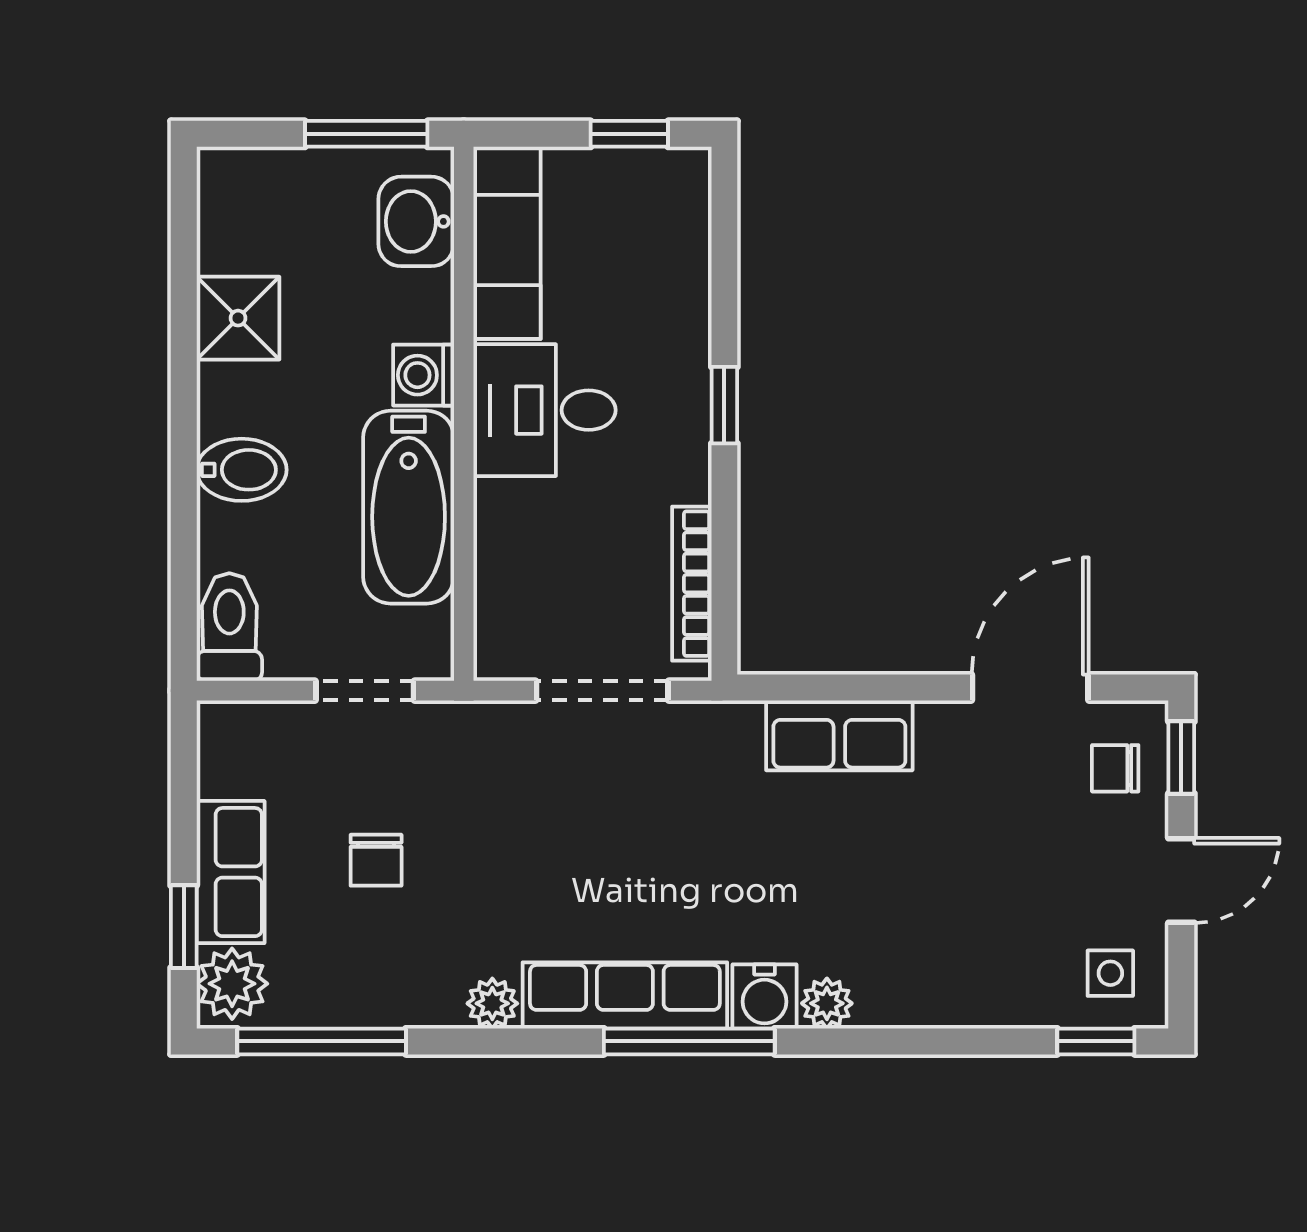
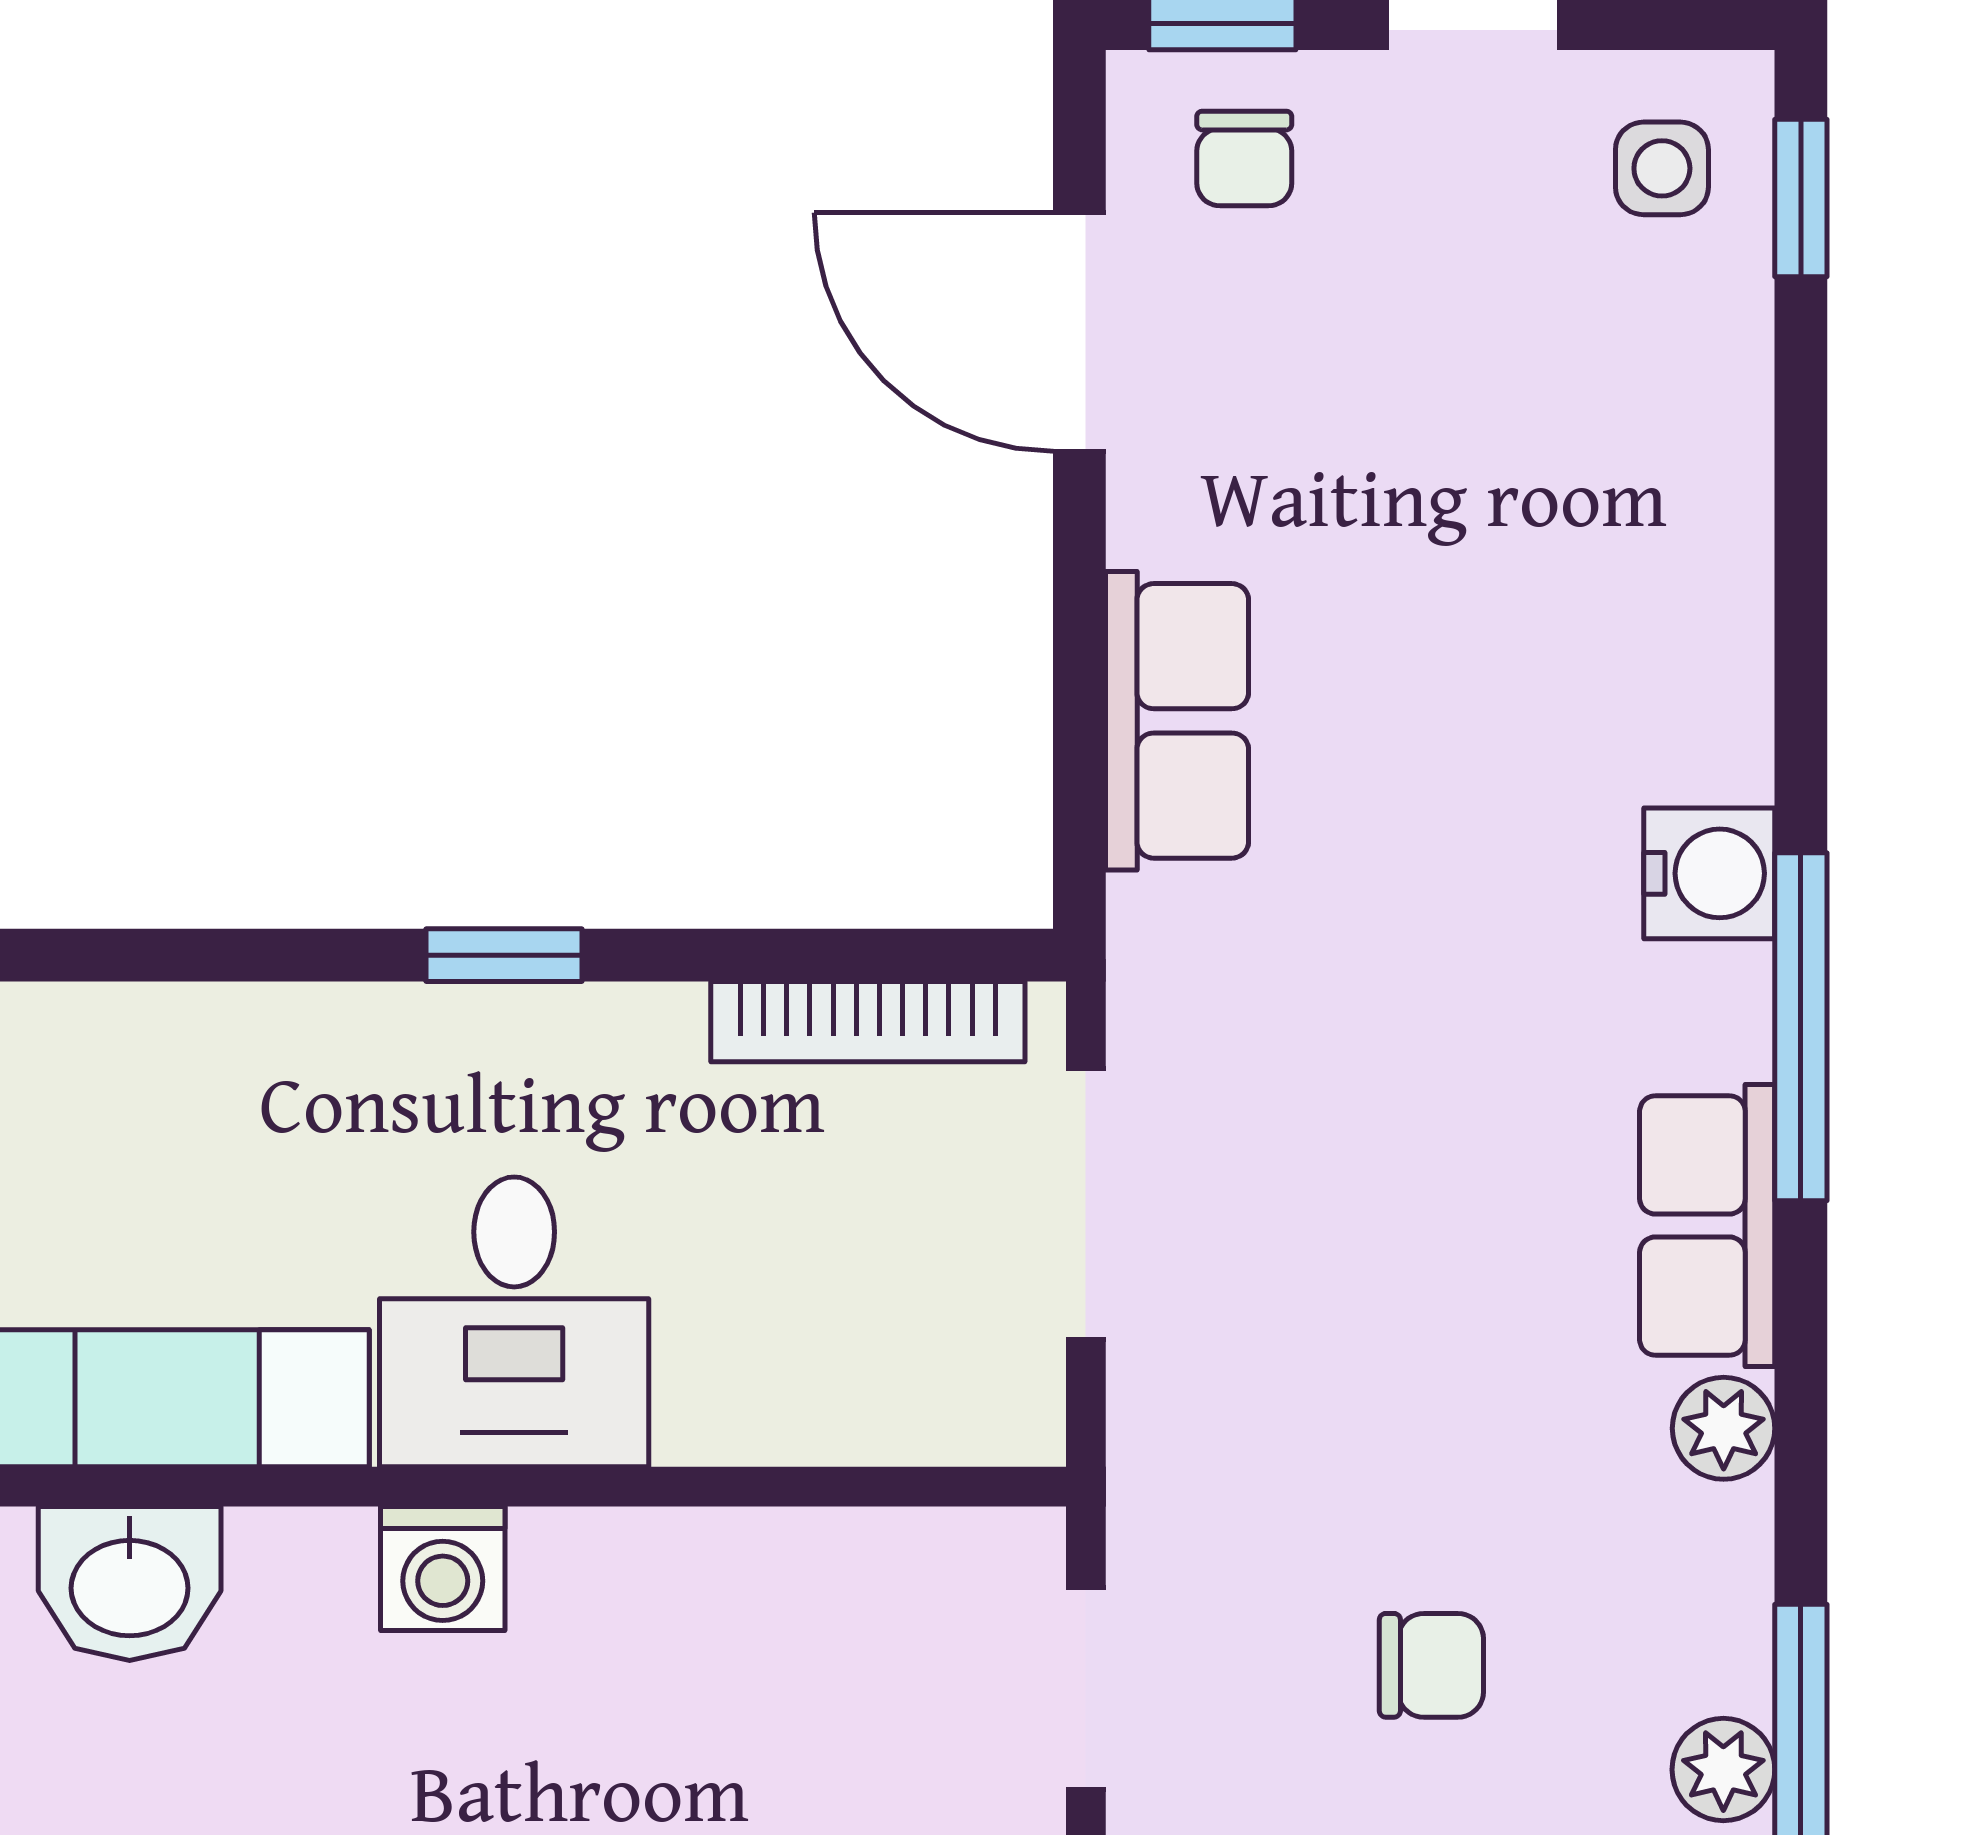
bathtub: (409, 507) -> (712, 1599), removed
row of seats: (625, 995) -> (1707, 1226), width x0.68
plant: (827, 1003) -> (1723, 1770), moved

